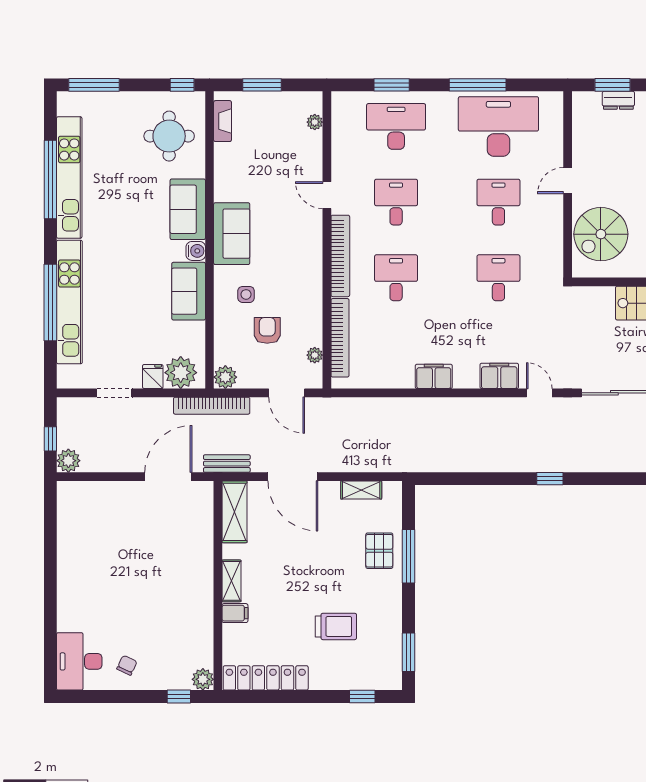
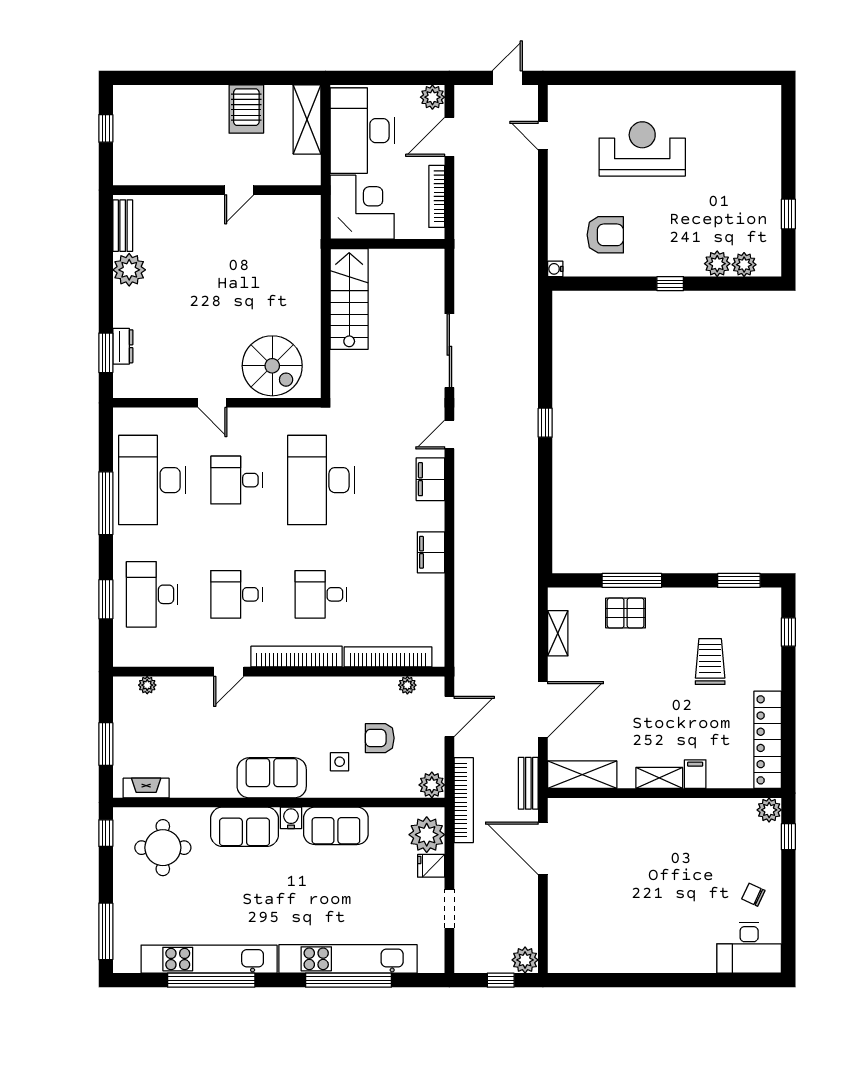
desk: (498, 278) -> (321, 480), width x1.87, depth x1.30

